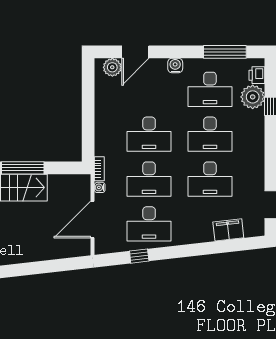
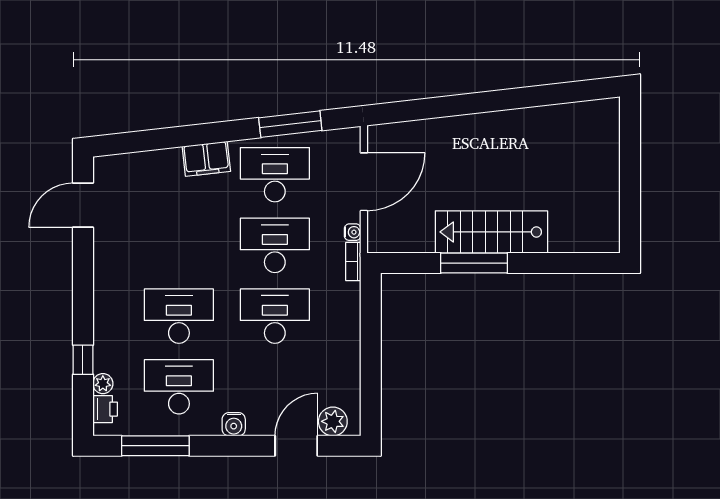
plant: (253, 97) -> (103, 384), width x0.53, depth x0.53
desk: (210, 179) -> (179, 245), removed
filing cabinet: (228, 230) -> (206, 159), moved
window: (139, 256) -> (290, 124), width x2.17

